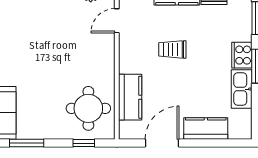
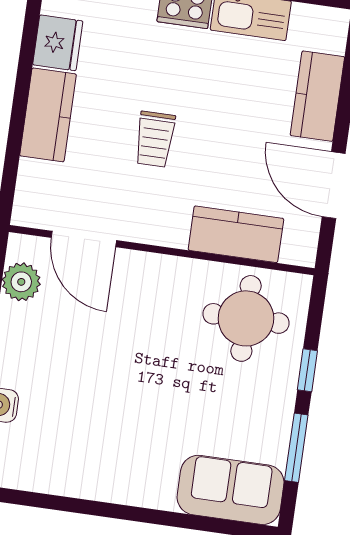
door: (117, 21) -> (84, 239), width x1.37
window: (84, 143) -> (307, 370), moved

